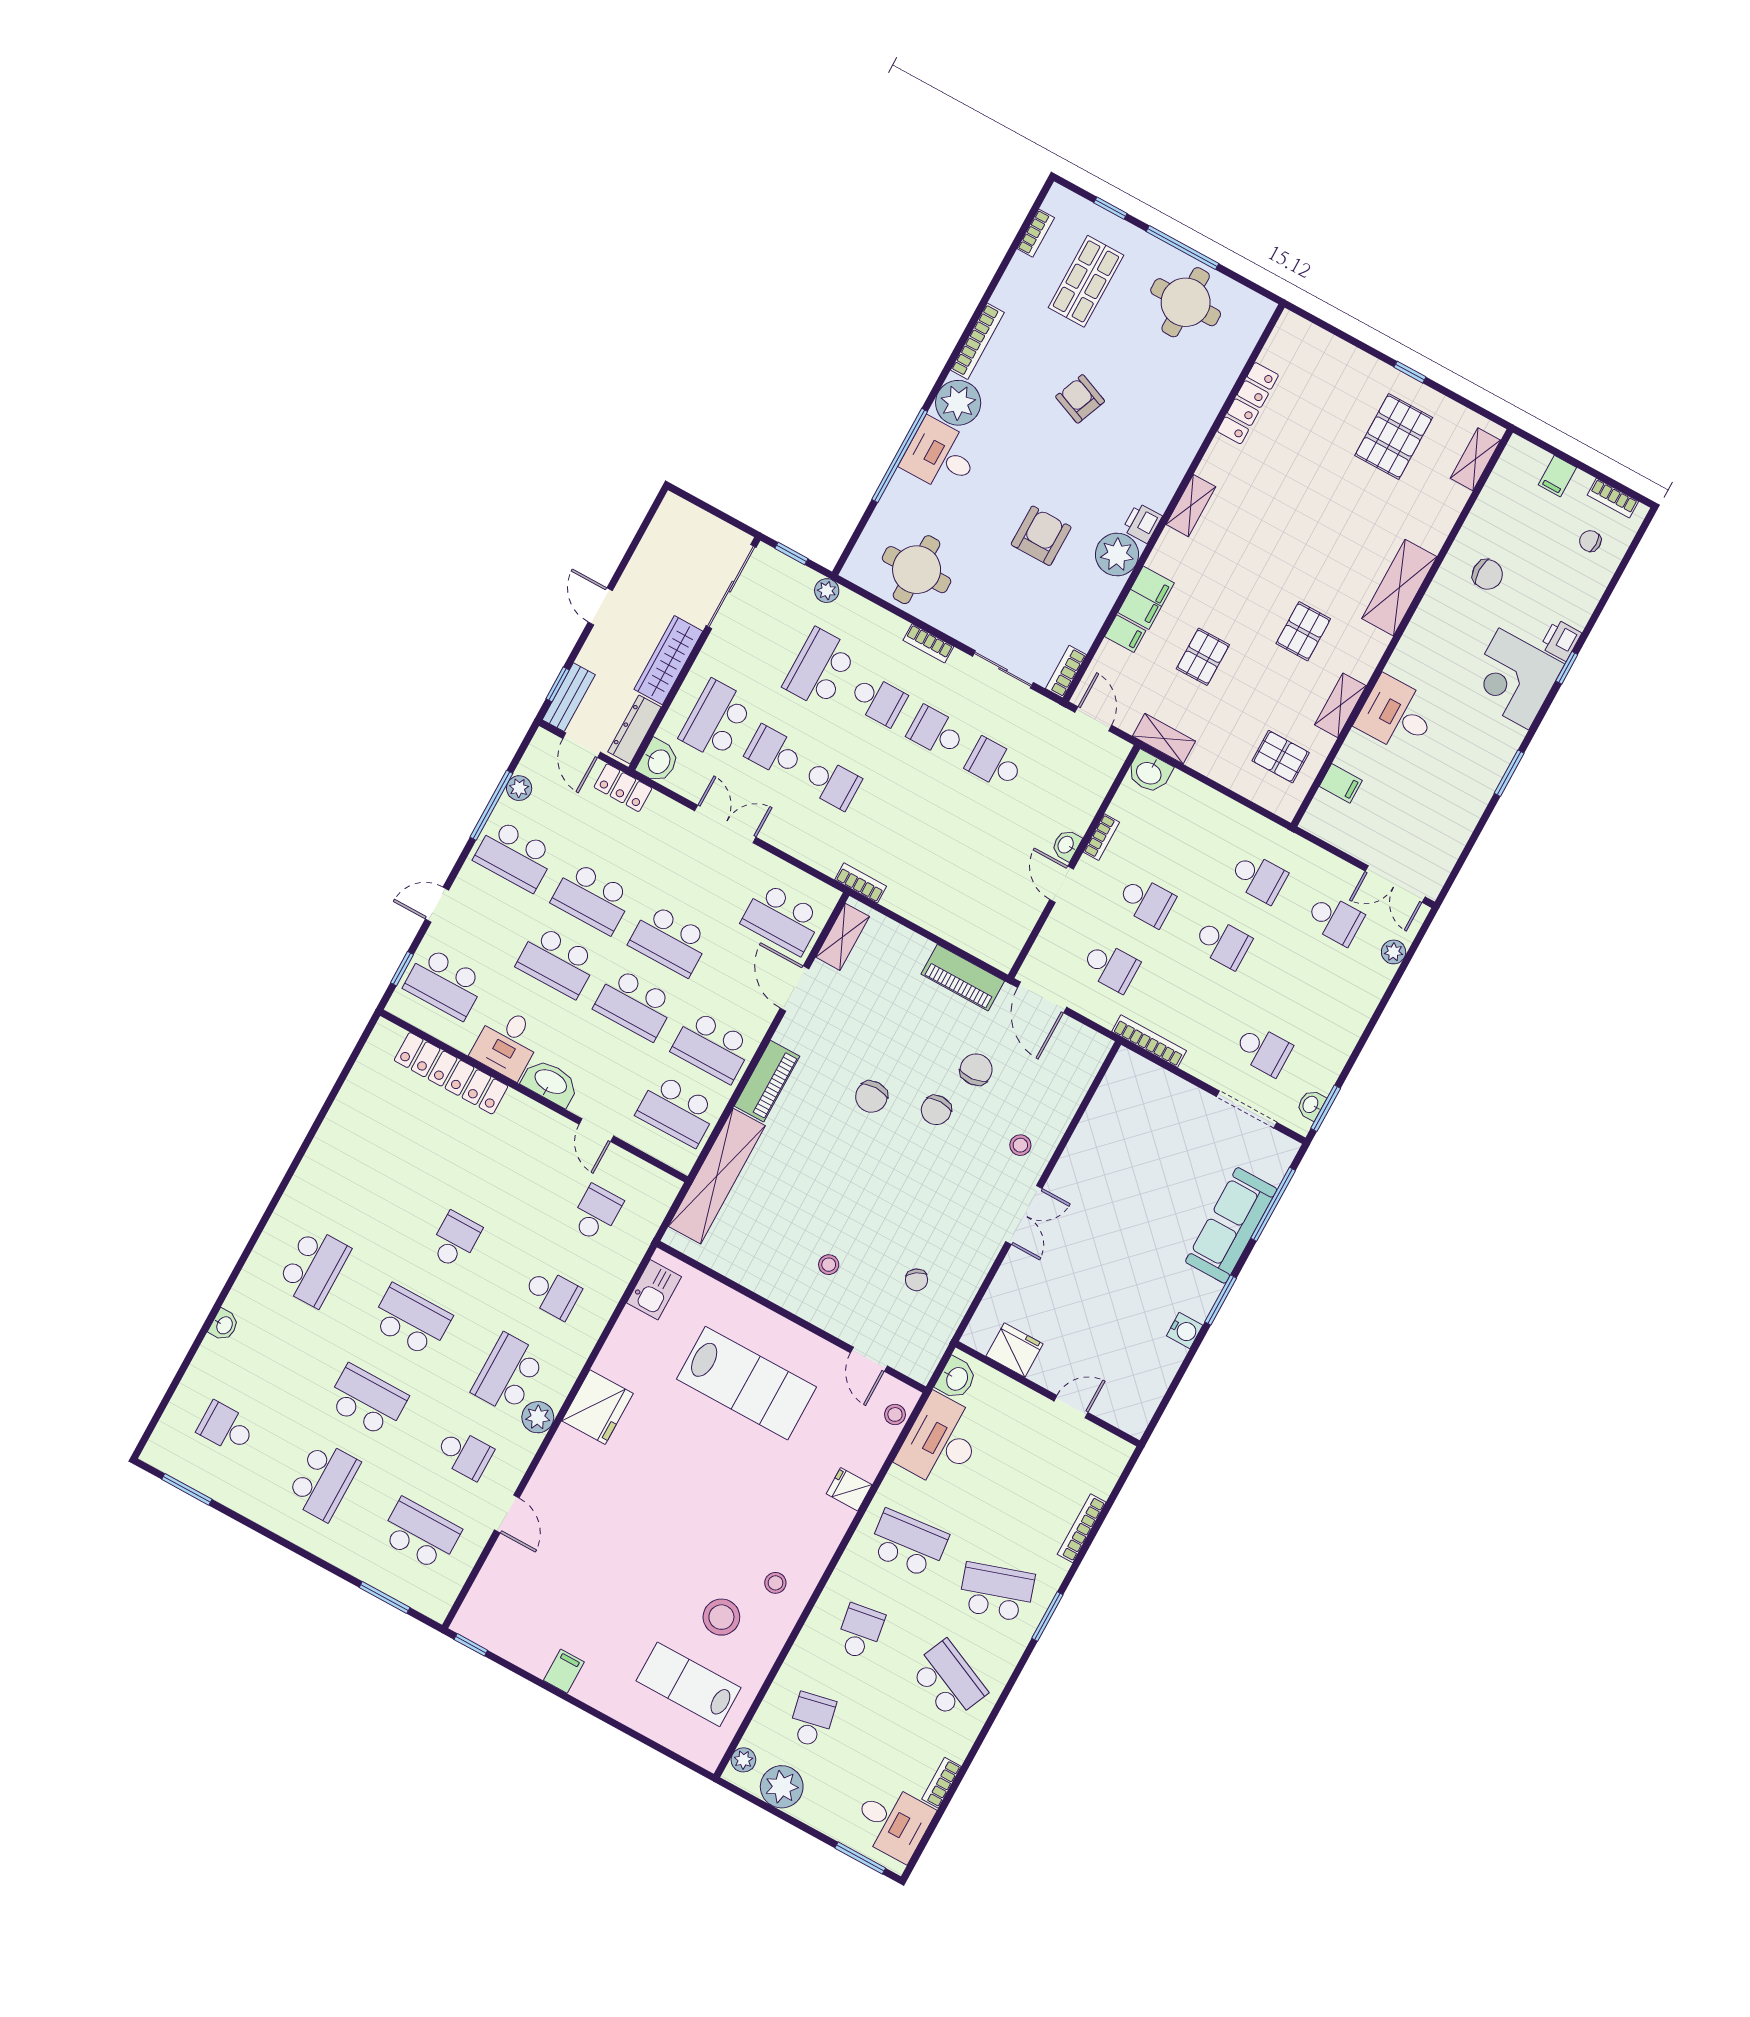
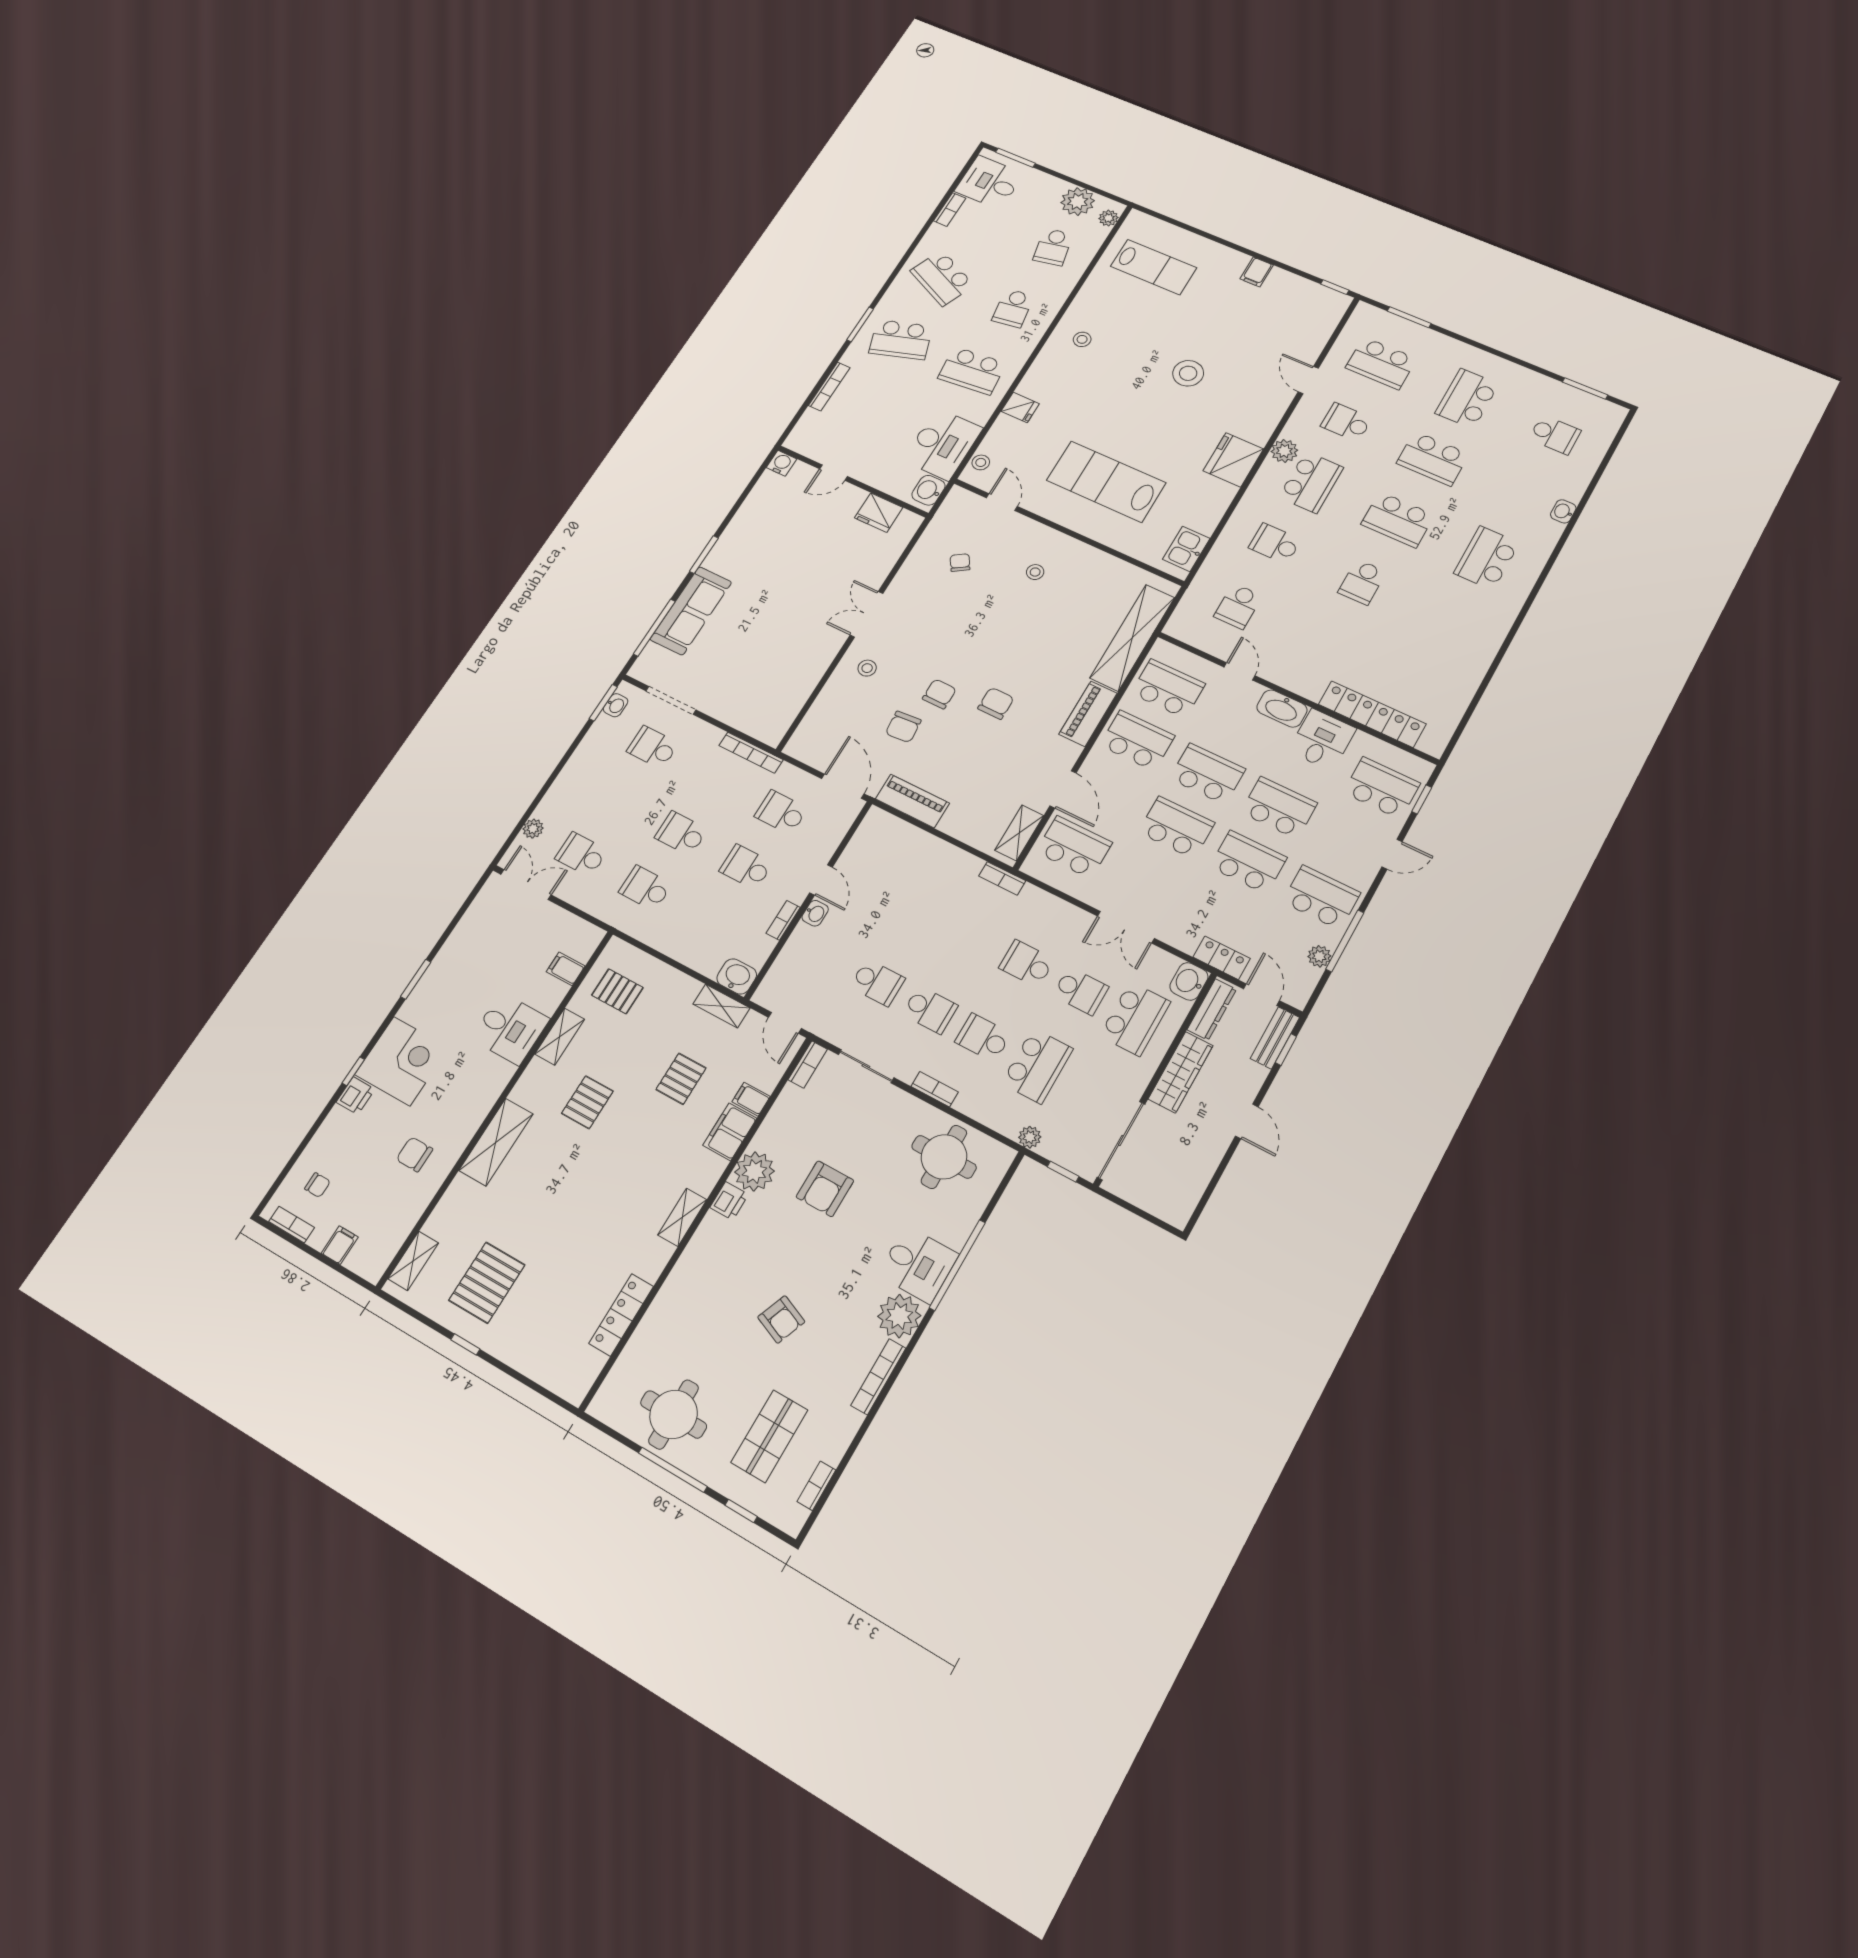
water cooler: (1185, 1331) -> (782, 463), moved, turned 90
stool: (721, 1617) -> (1188, 373), moved

